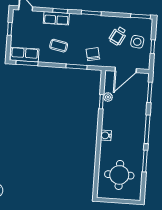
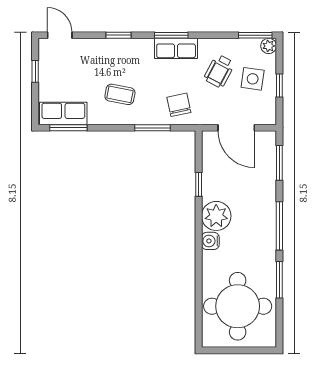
row of seats: (56, 18) -> (176, 48), moved
plant: (148, 23) -> (269, 46), added
door: (126, 70) -> (236, 128), hinge flipped
plant: (108, 97) -> (216, 216), moved, width x1.88, depth x1.88
round table: (119, 175) -> (238, 306), width x1.36, depth x1.36

